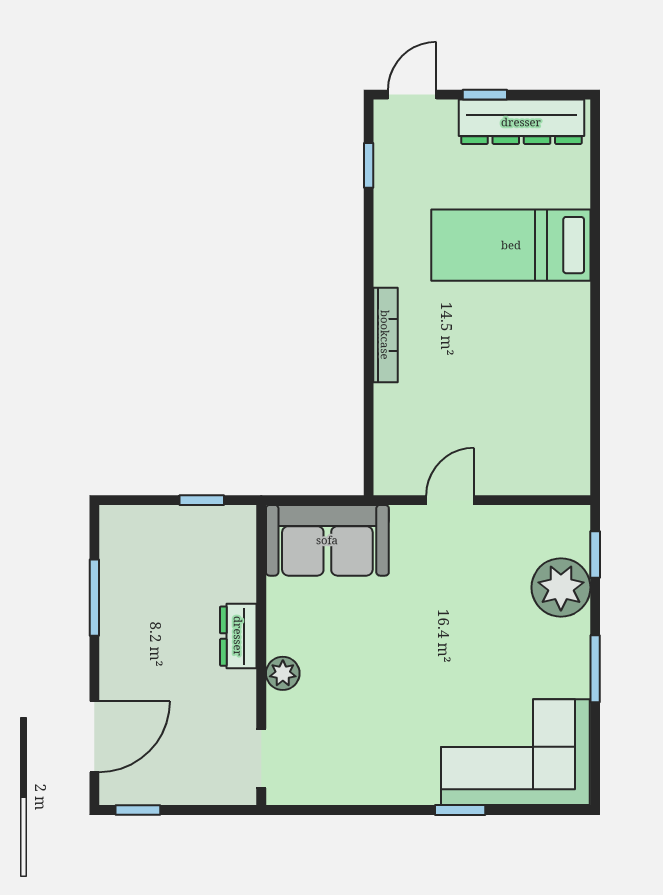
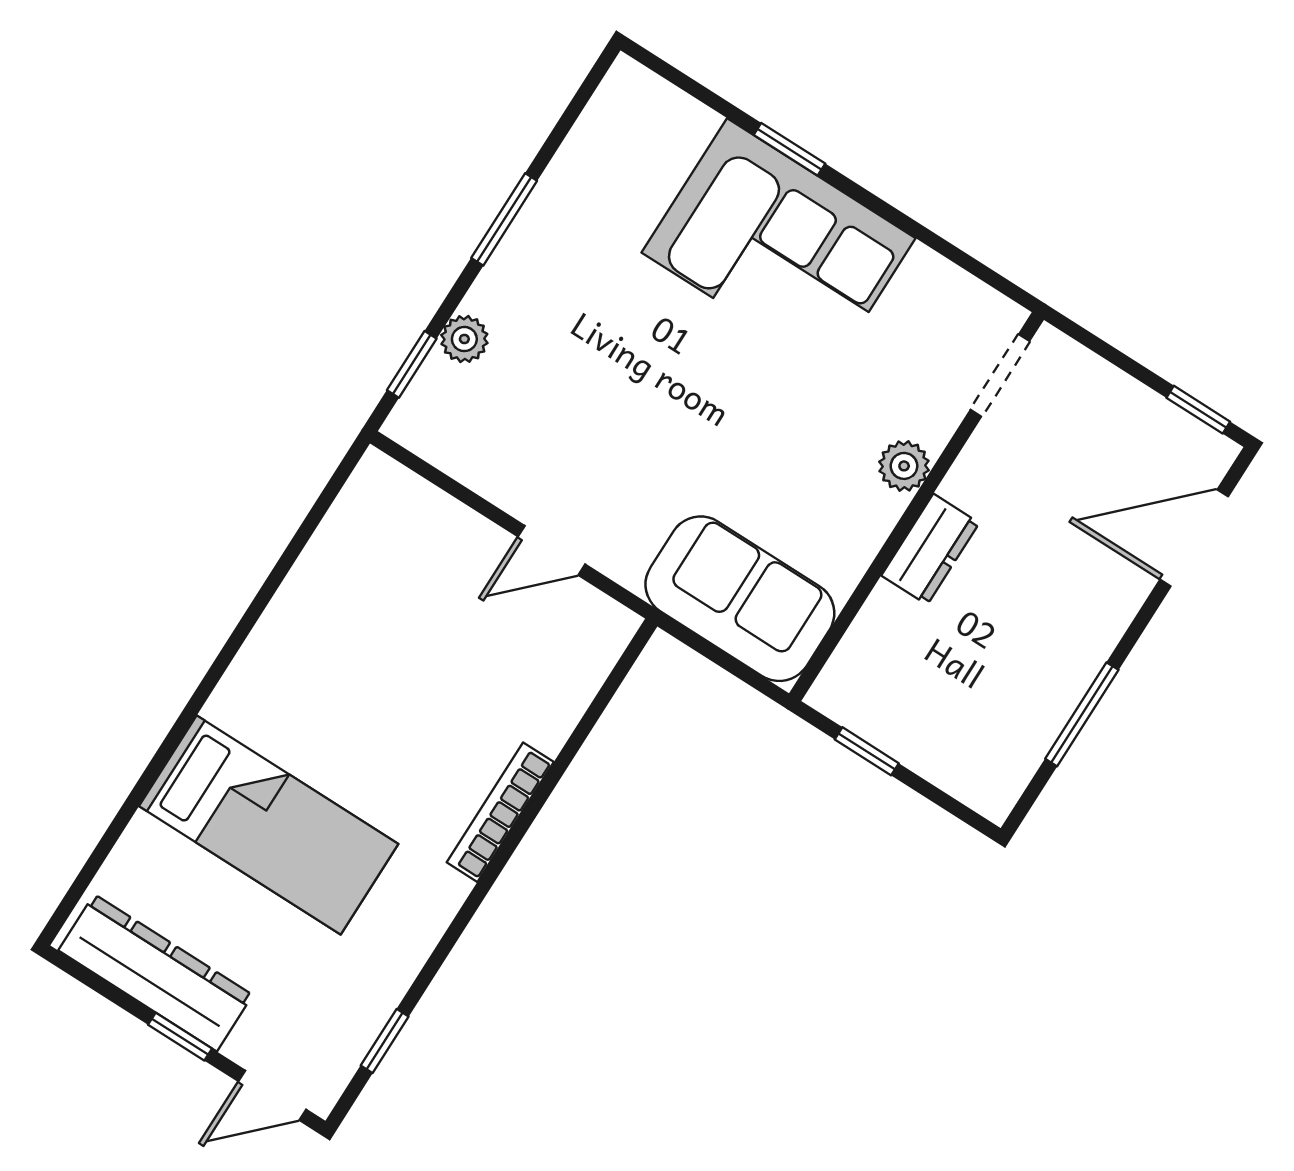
plant: (561, 587) -> (464, 339), width x0.53, depth x0.53
corner sofa: (515, 752) -> (779, 245), moved

